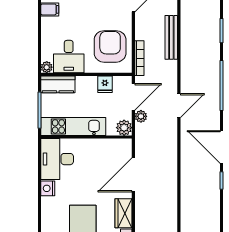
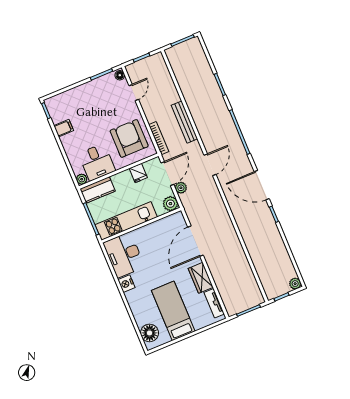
bench: (171, 37) -> (184, 122), moved

